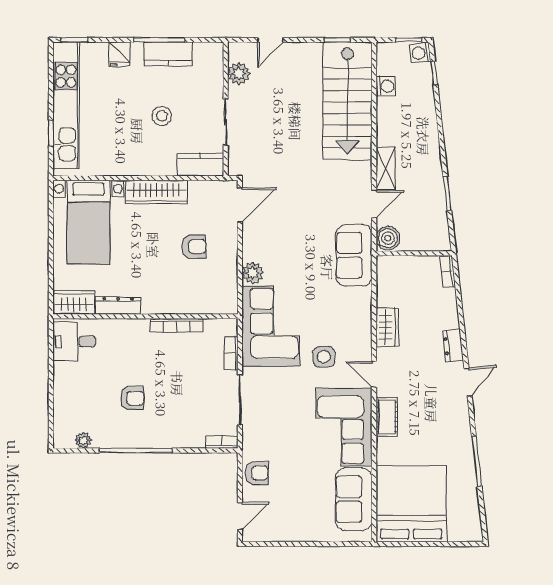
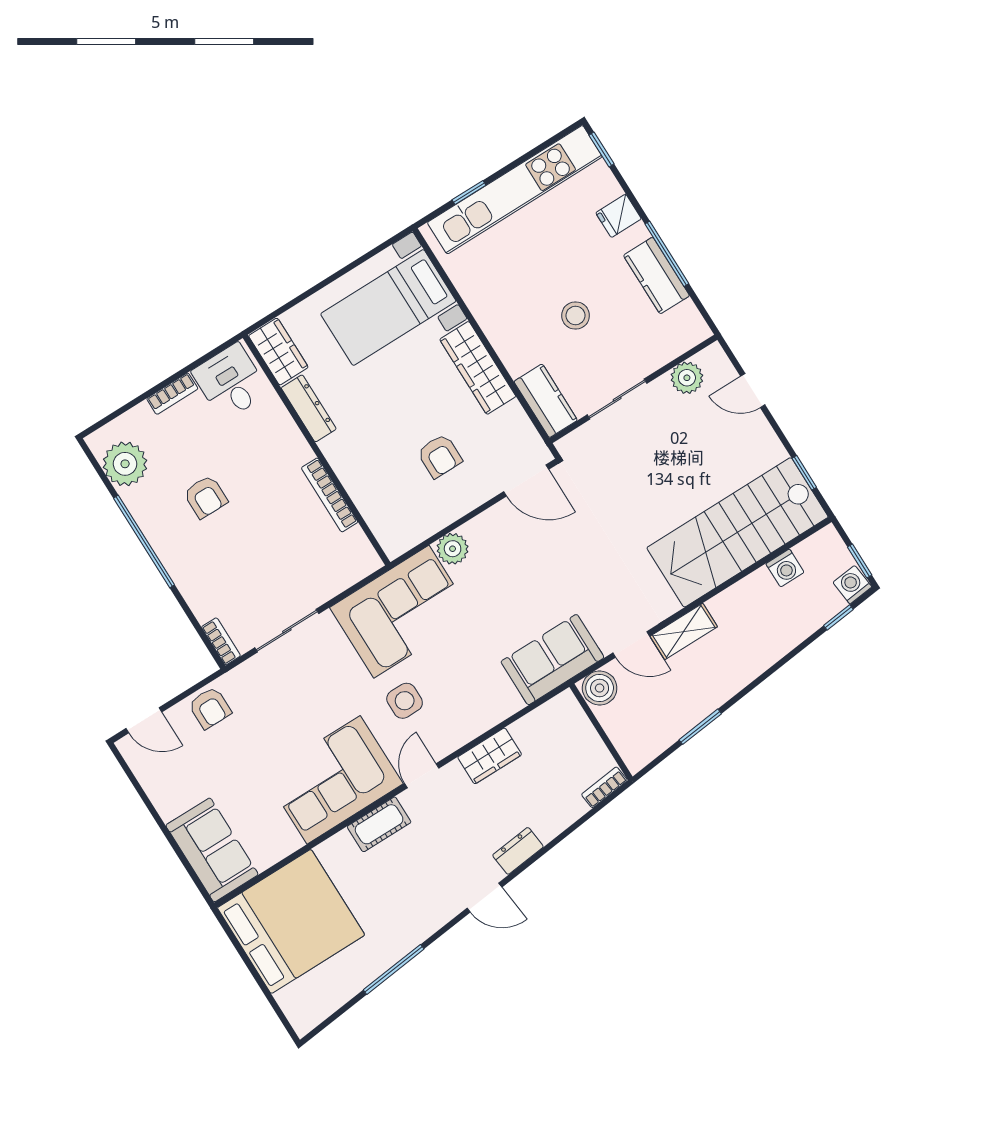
bookcase: (231, 353) -> (172, 394), moved, turned 180
plant: (83, 440) -> (125, 464), width x1.87, depth x1.87
sofa: (354, 499) -> (212, 850), moved, turned 90

